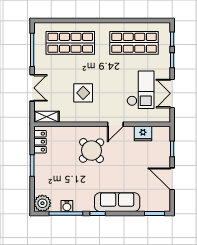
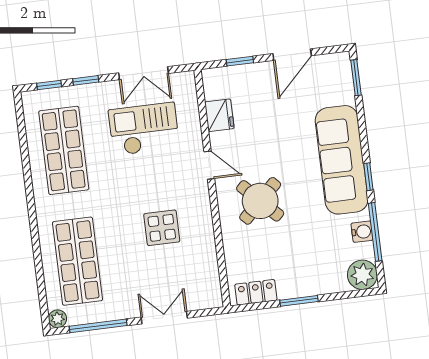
plant: (39, 27) -> (58, 319), added
shelving: (47, 117) -> (211, 286), removed
sofa: (117, 202) -> (342, 160), width x1.36, depth x1.27

